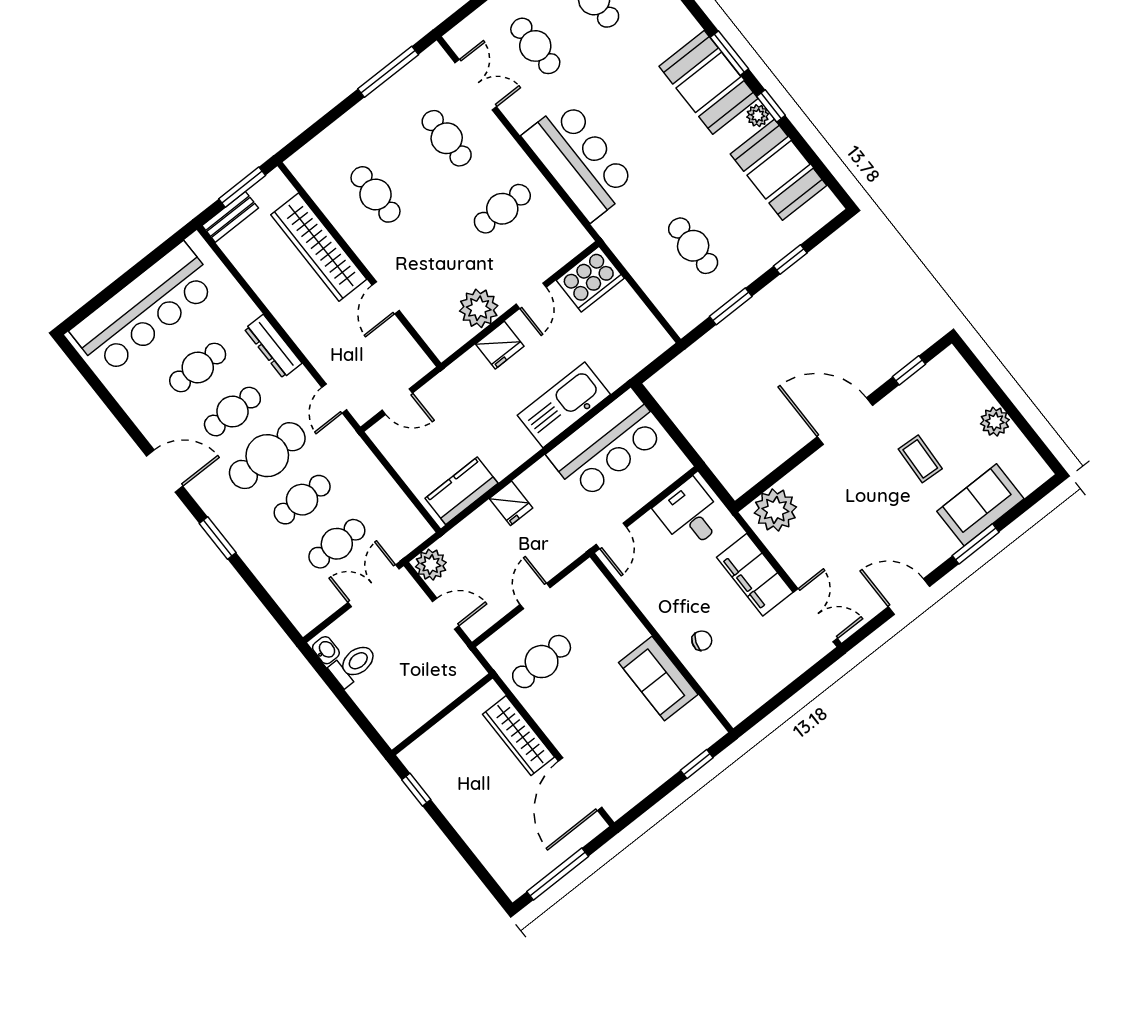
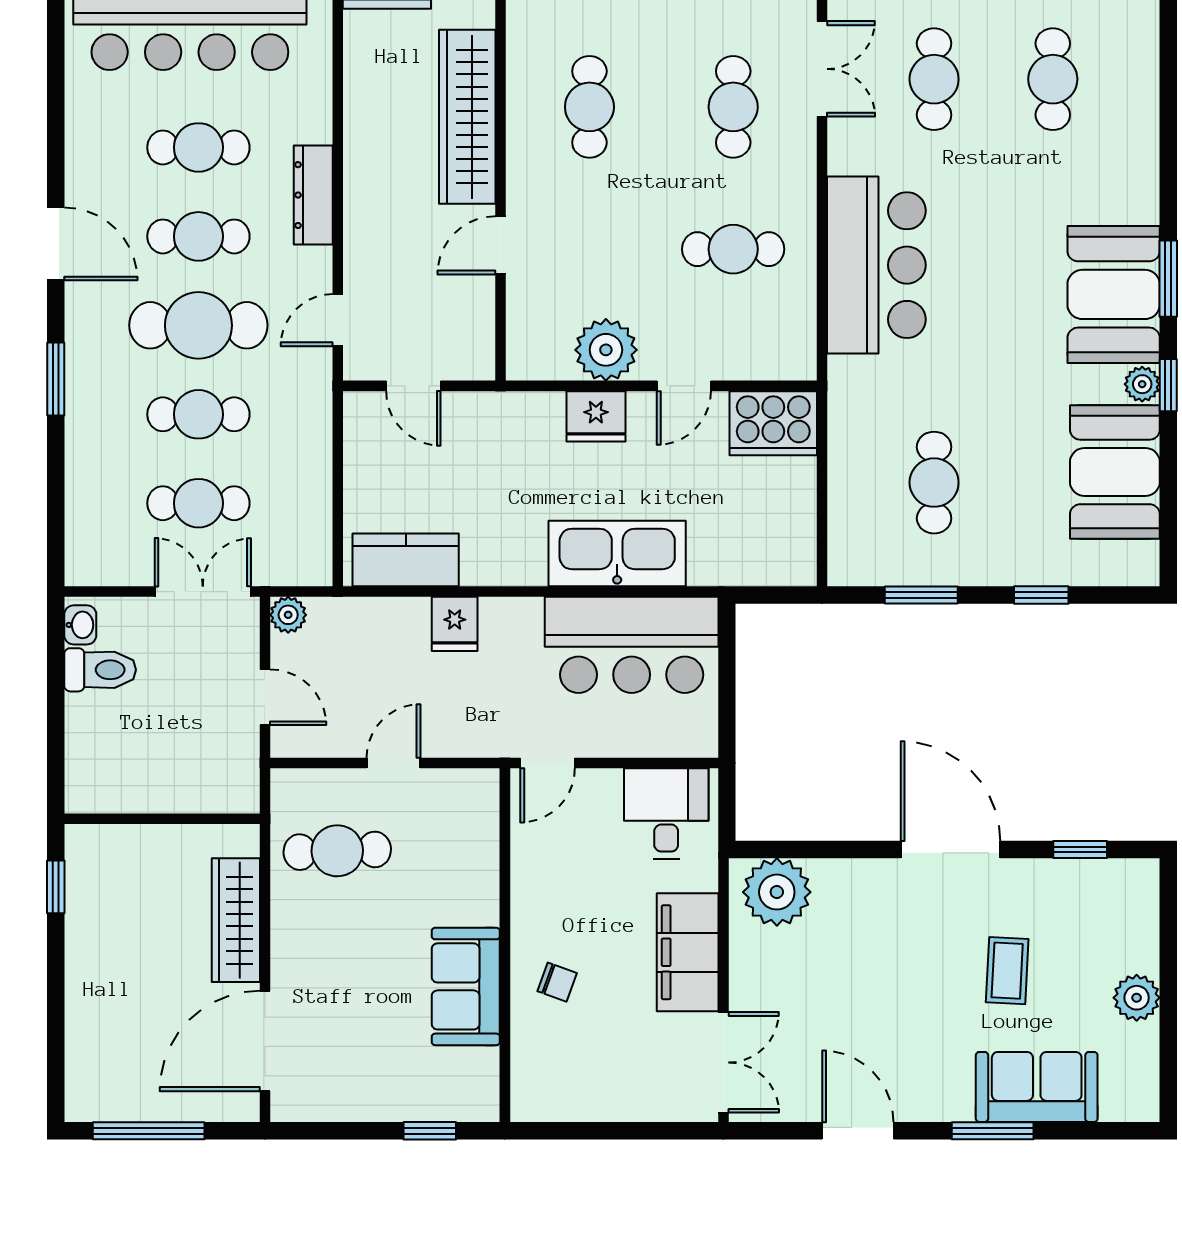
plant: (431, 565) -> (288, 615), width x0.73, depth x0.73

